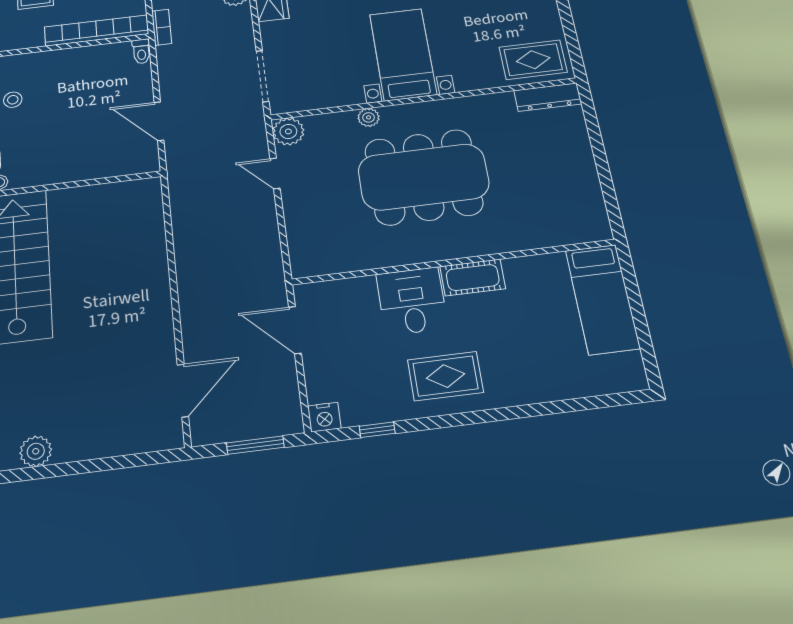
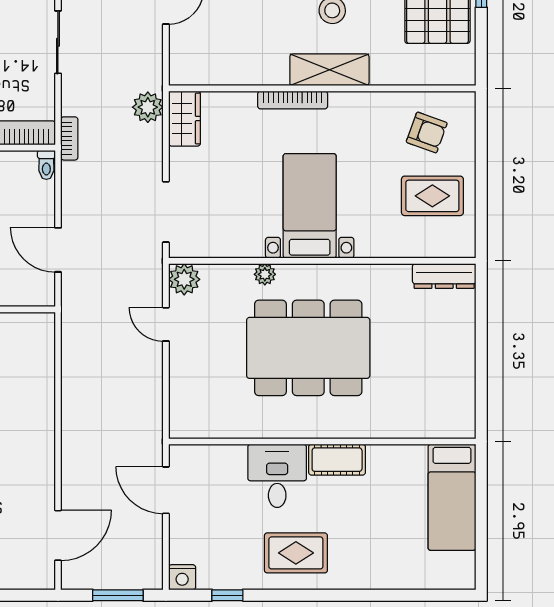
rug: (533, 60) -> (432, 196), moved

